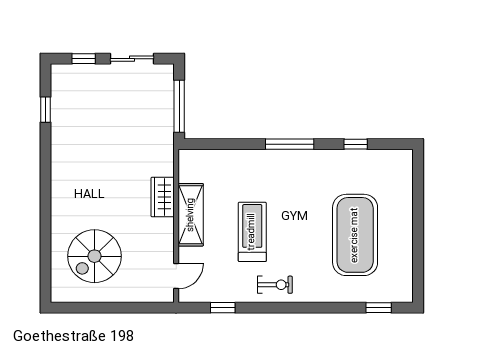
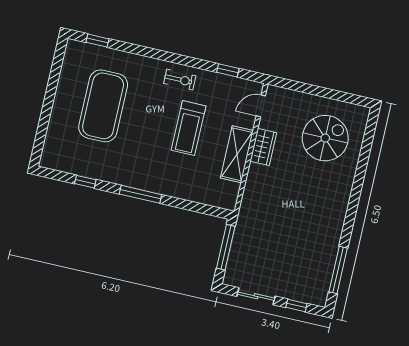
window: (45, 110) -> (338, 270), width x2.17
wardrobe: (163, 197) -> (263, 147), moved
exercise bike: (275, 285) -> (180, 80), turned 180

